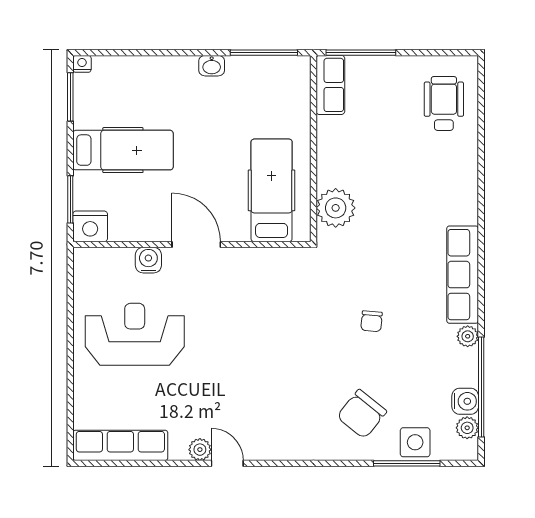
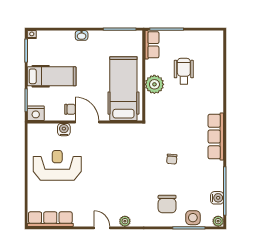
washbasin: (212, 66) -> (82, 35), moved
wheelchair: (444, 104) -> (184, 71), moved
hospital bed: (272, 190) -> (123, 89), width x1.37, depth x1.29
plant: (336, 208) -> (154, 84), moved
chair: (161, 218) -> (70, 109), added
plant: (468, 336) -> (218, 166), removed
chair: (362, 414) -> (167, 204), turned -39
plant: (467, 428) -> (218, 221), moved
plant: (200, 450) -> (125, 221), moved

